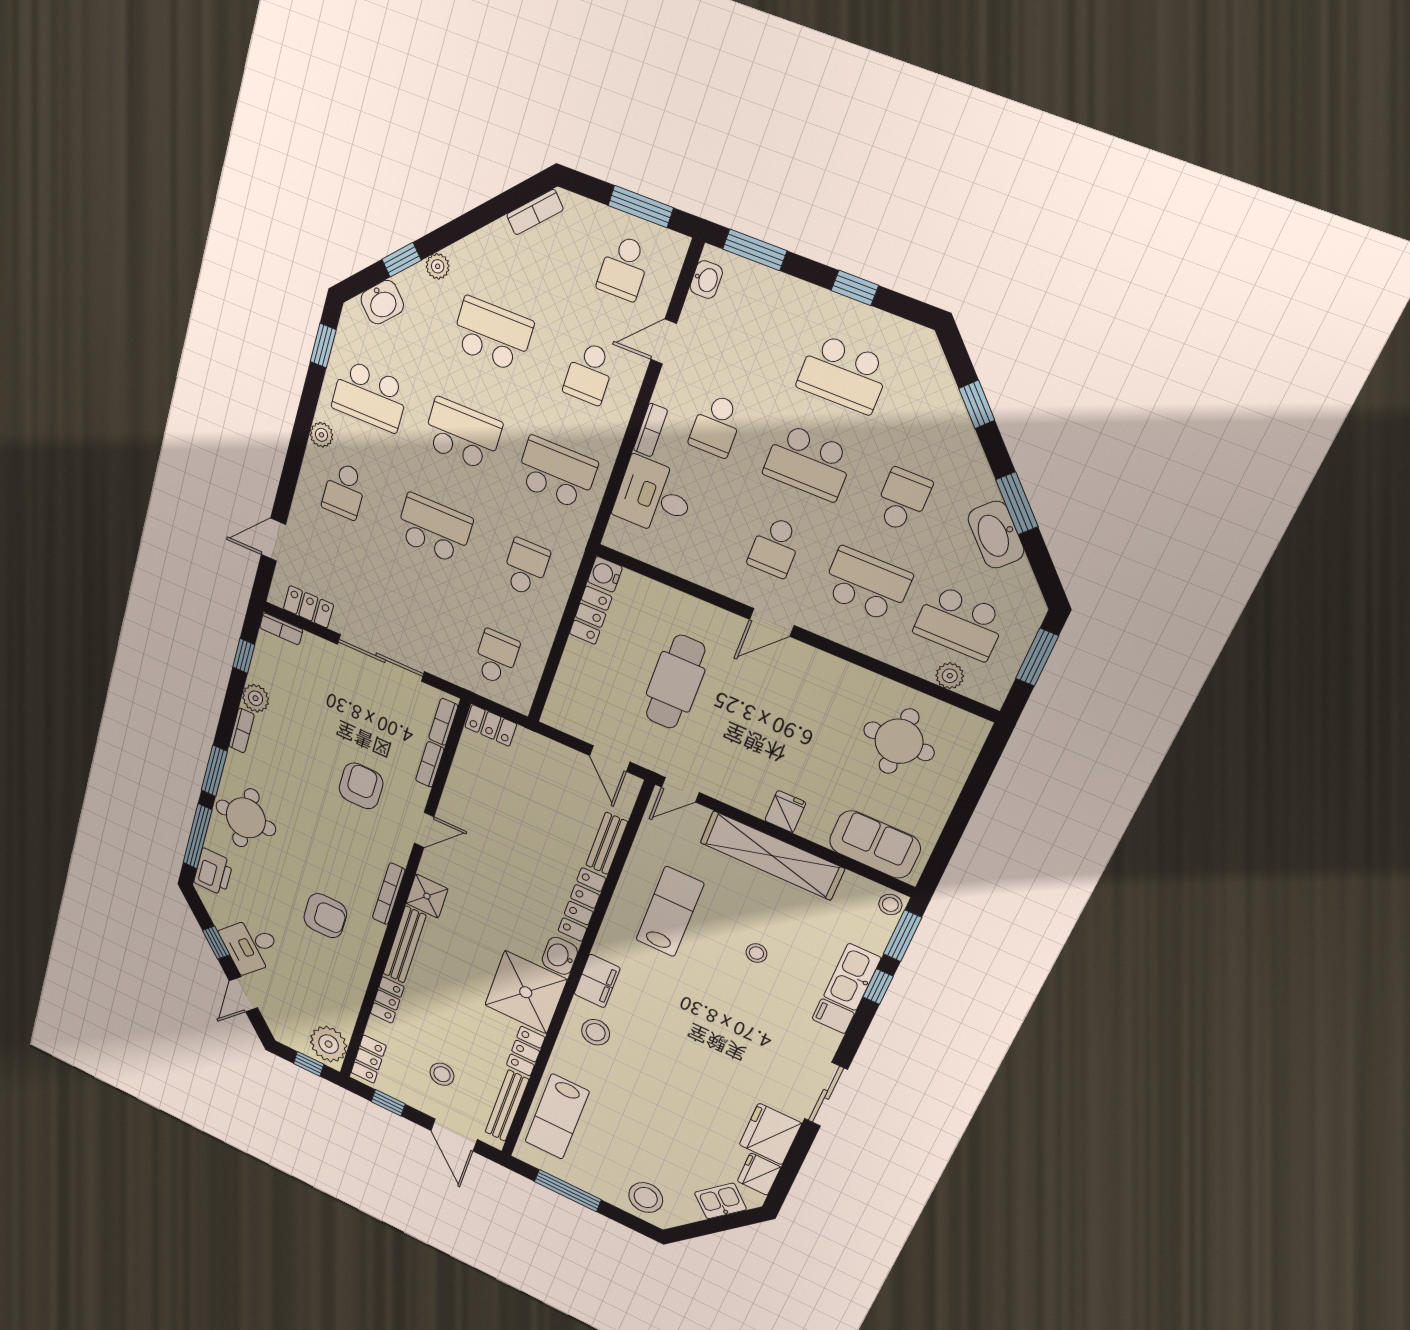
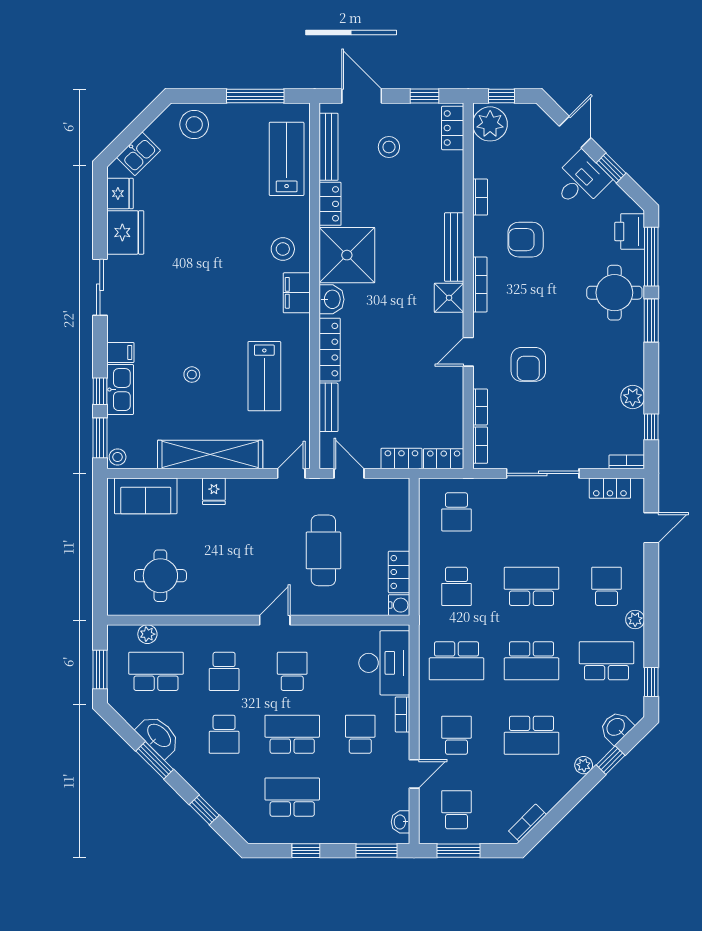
desk: (654, 497) -> (384, 663), width x1.37
school desk: (434, 529) -> (531, 586), turned 180
school desk: (867, 584) -> (224, 671), width x0.54
bookcase: (242, 730) -> (480, 197), moved, turned 180
locker: (387, 1000) -> (401, 458), moved, turned 90

